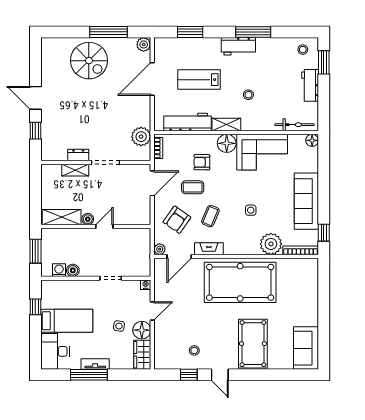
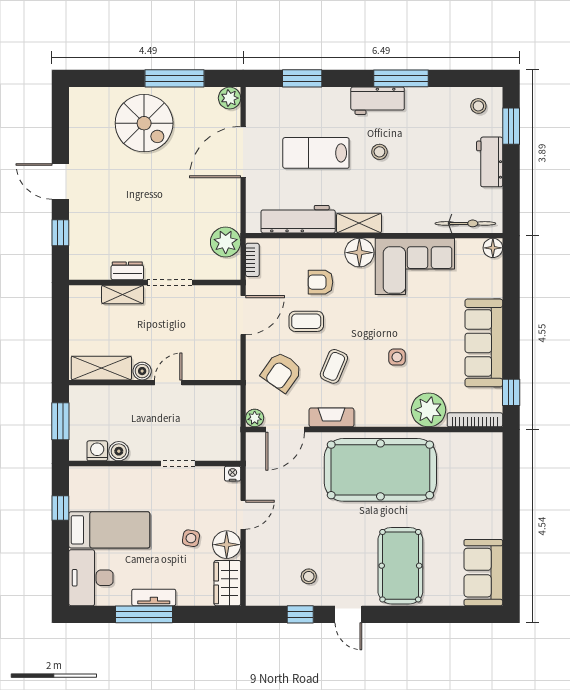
stool: (248, 95) -> (379, 152), moved

